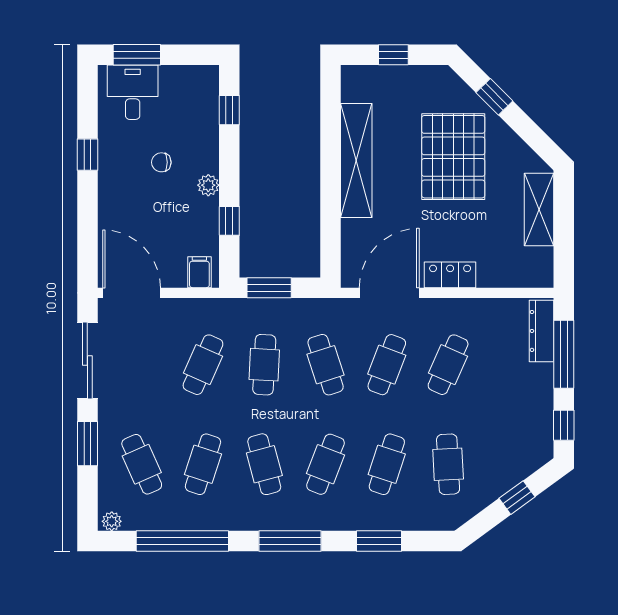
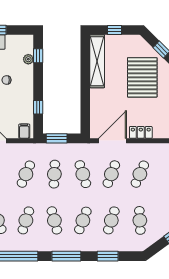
shelving: (356, 161) -> (97, 61), moved
plant: (208, 185) -> (28, 59), moved

